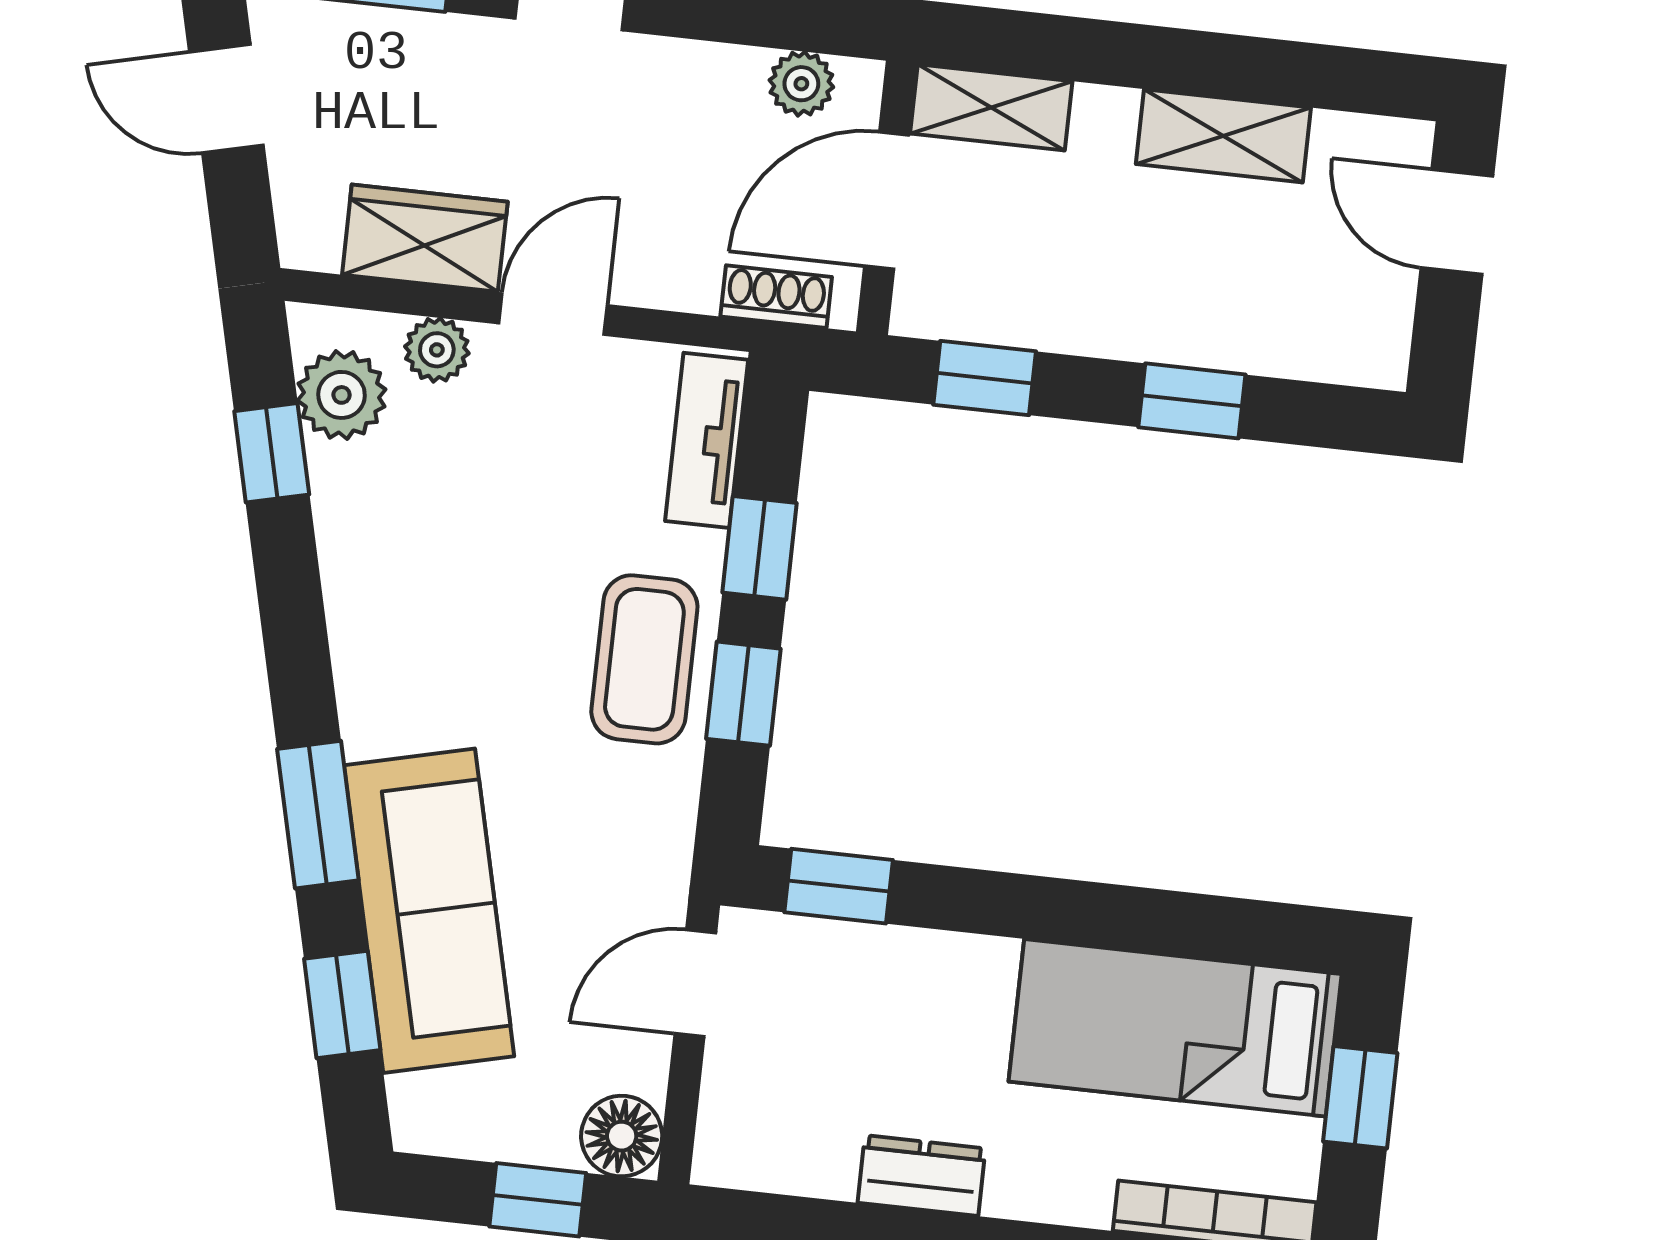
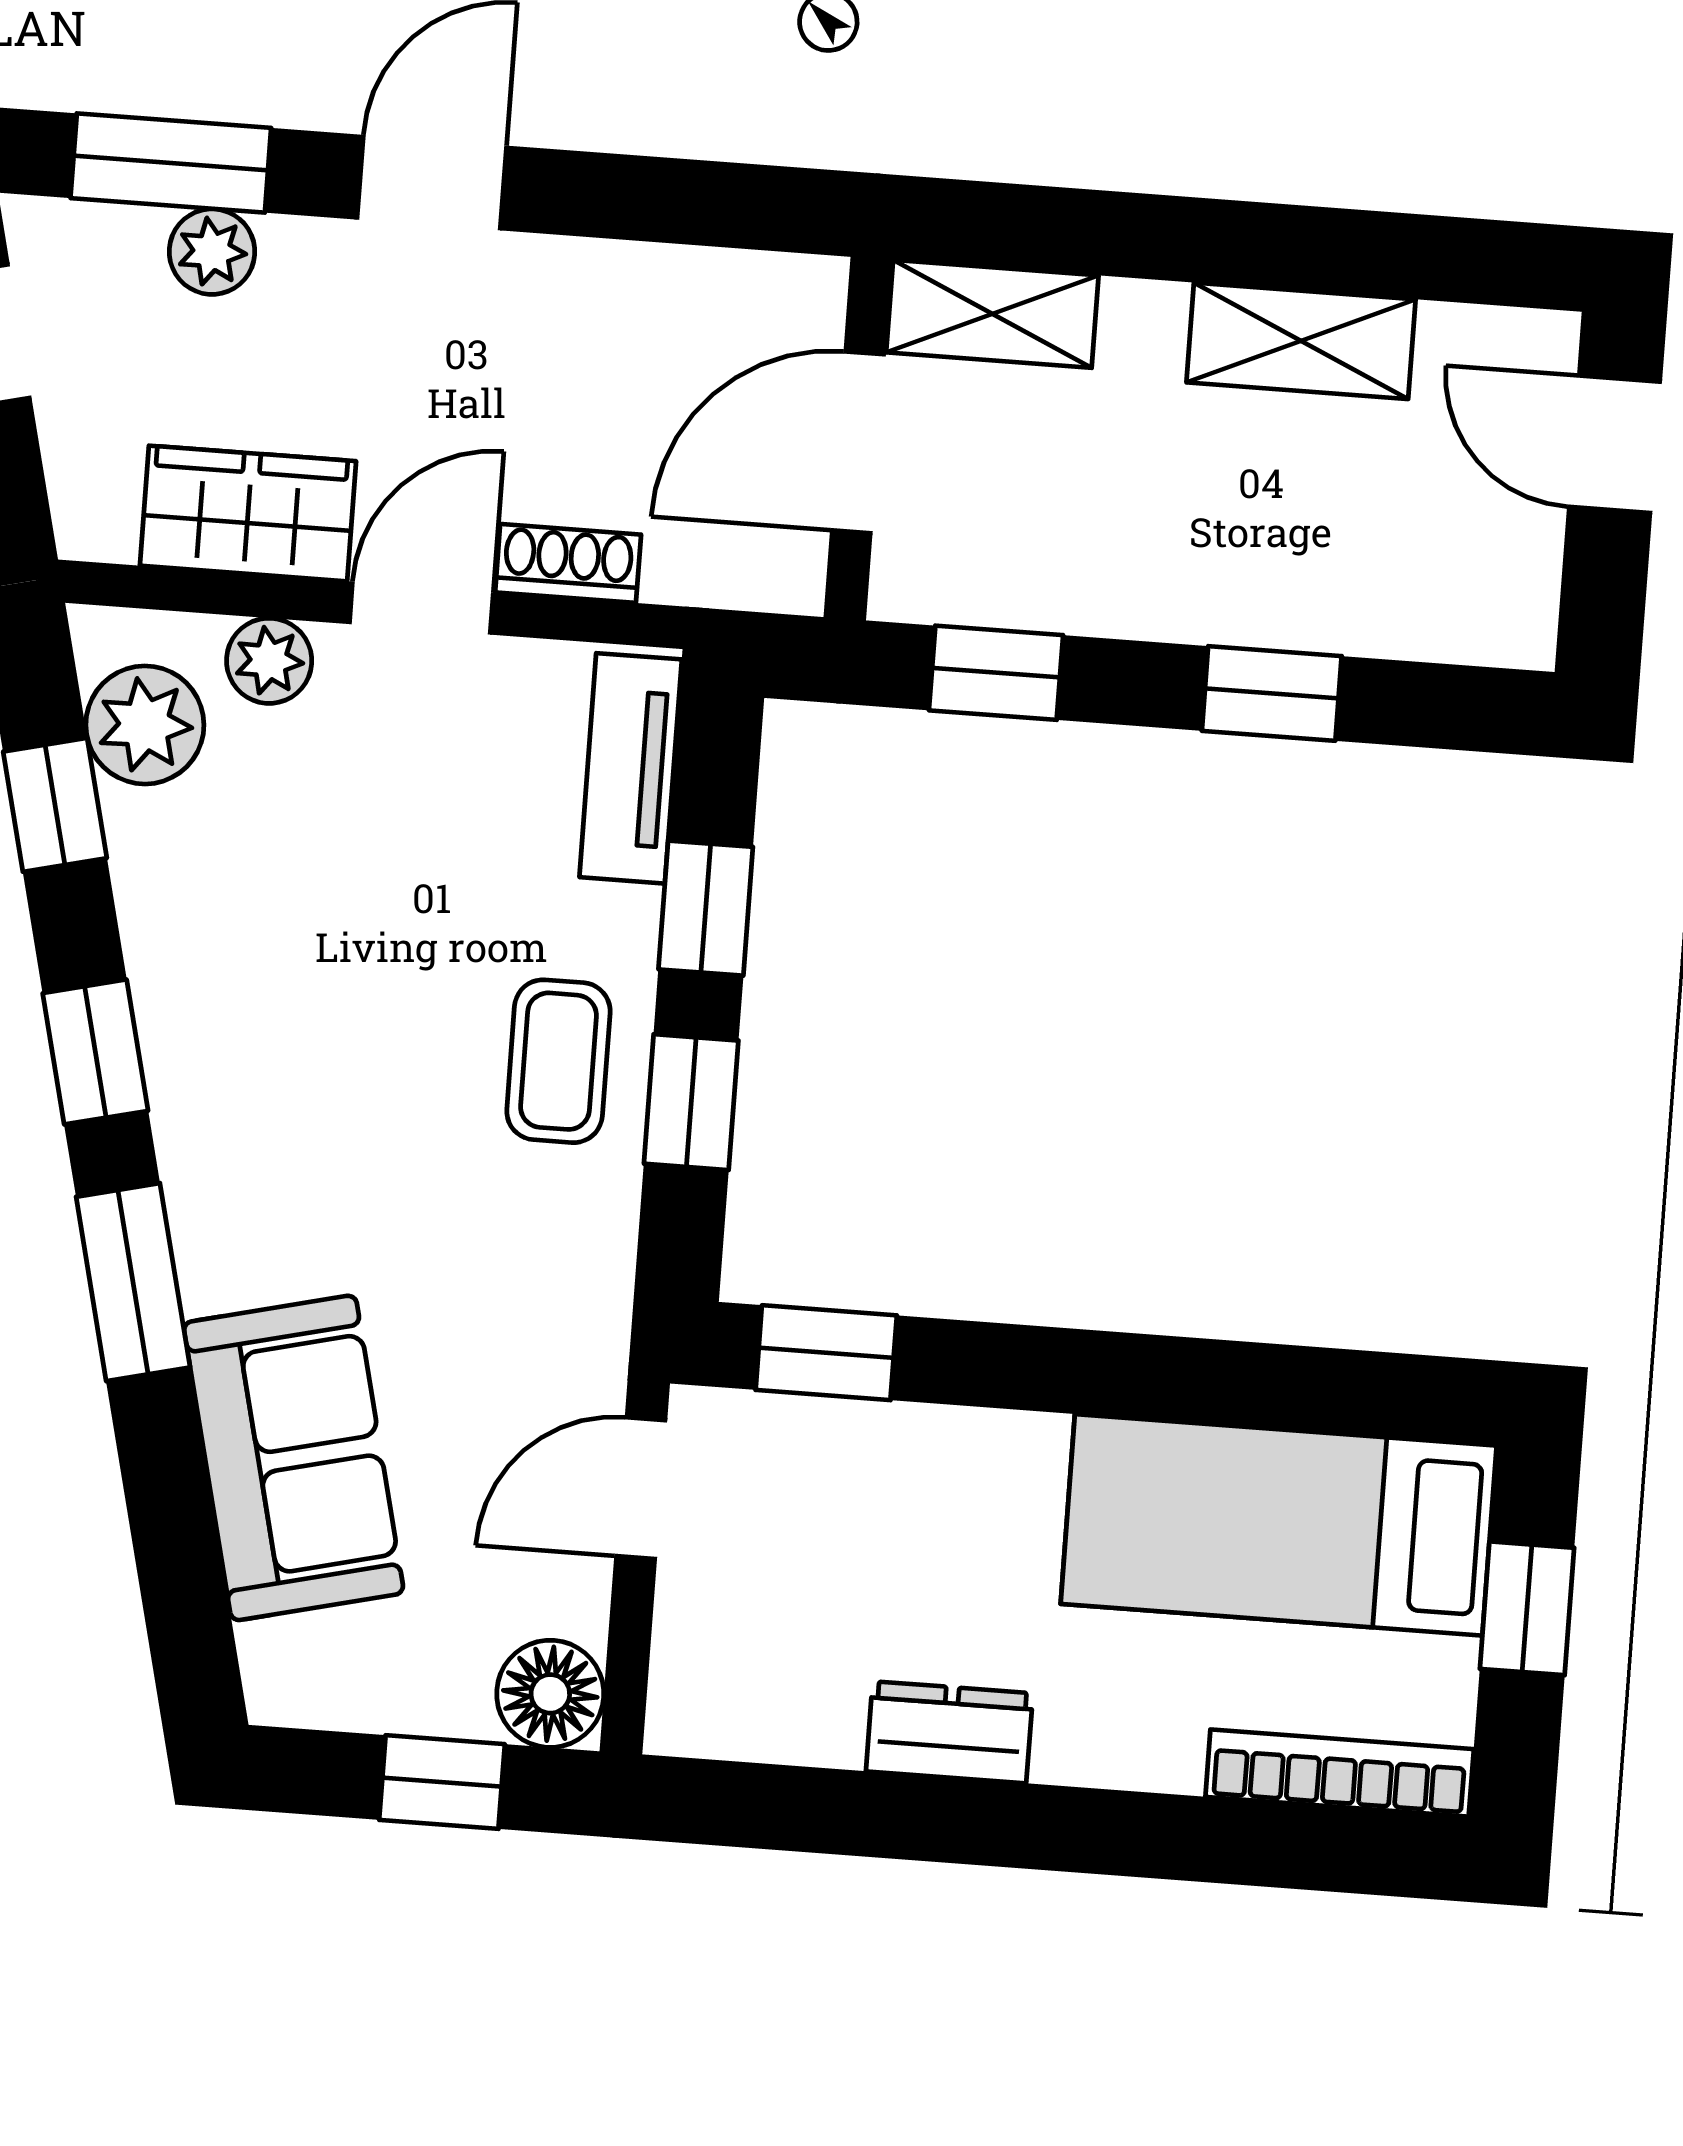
plant: (801, 84) -> (212, 252), moved
shoe rack: (776, 297) -> (568, 563), moved
coffee table: (644, 659) -> (558, 1061), width x0.73, depth x0.77
sofa: (429, 911) -> (294, 1458), width x0.73
window: (342, 1004) -> (95, 1052), moved

